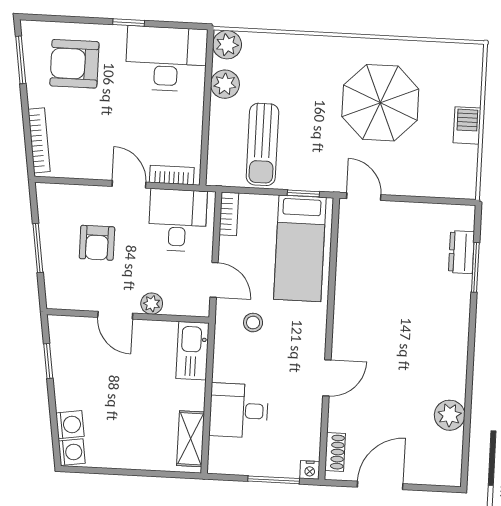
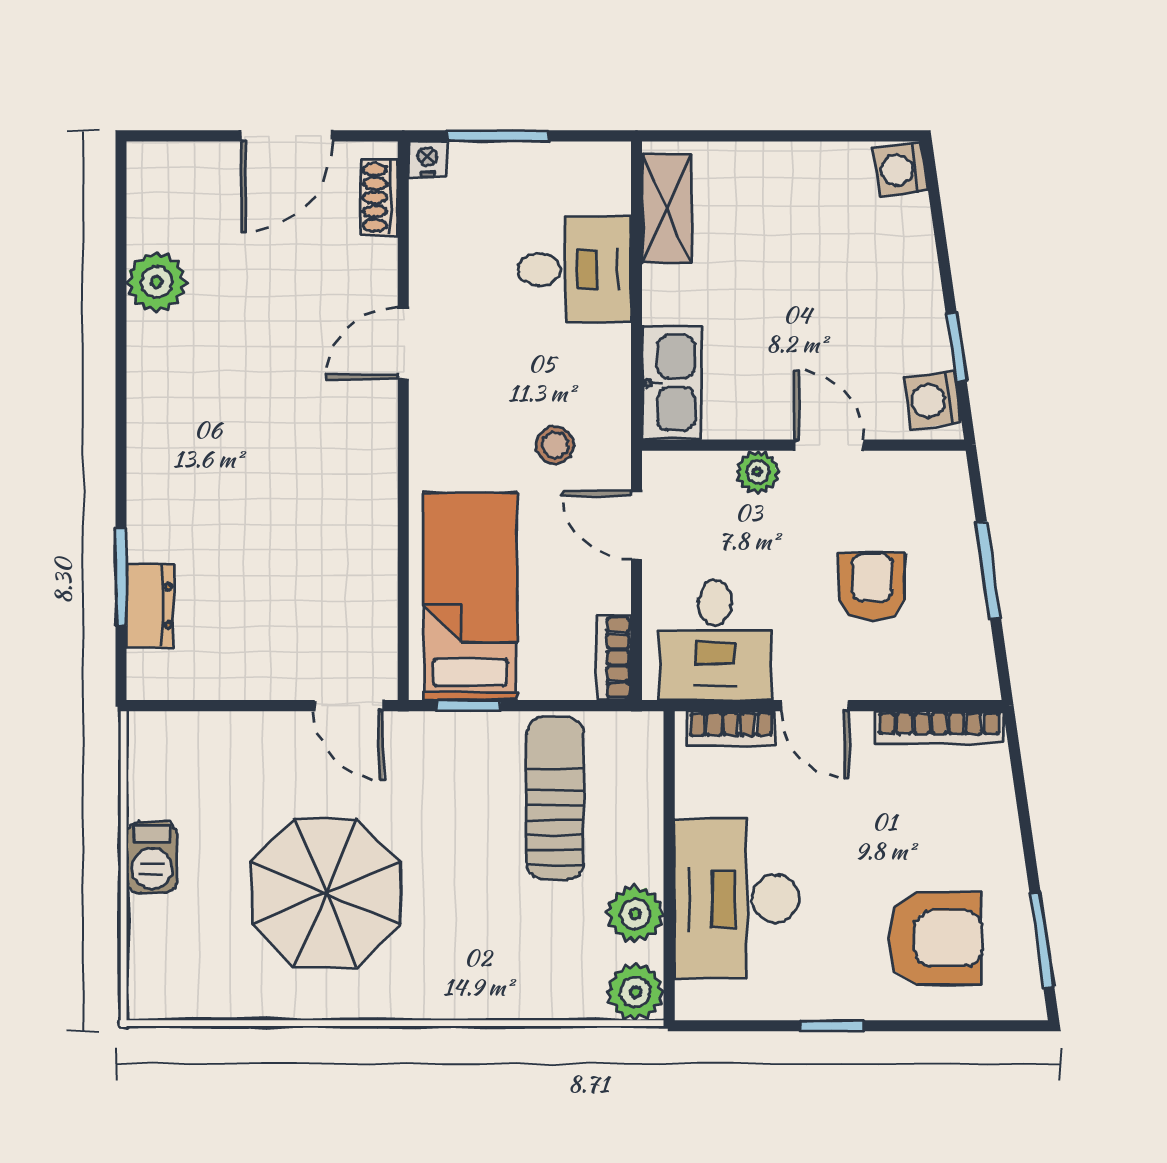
desk: (166, 59) -> (737, 899), moved, turned 90
bookcase: (39, 140) -> (939, 727), moved, turned -82
washing machine: (70, 425) -> (932, 400), moved

